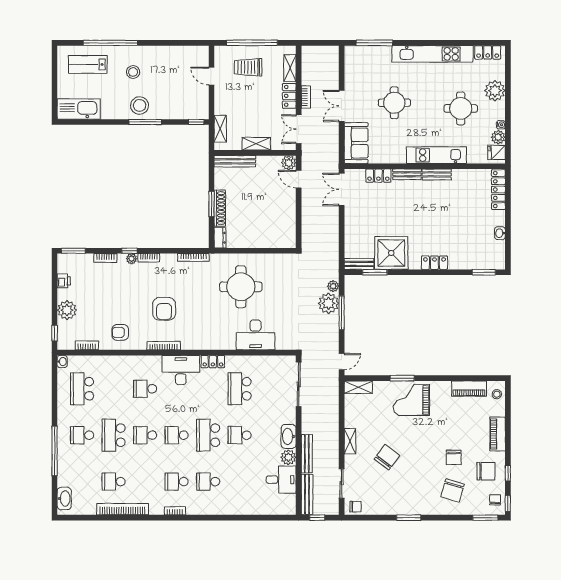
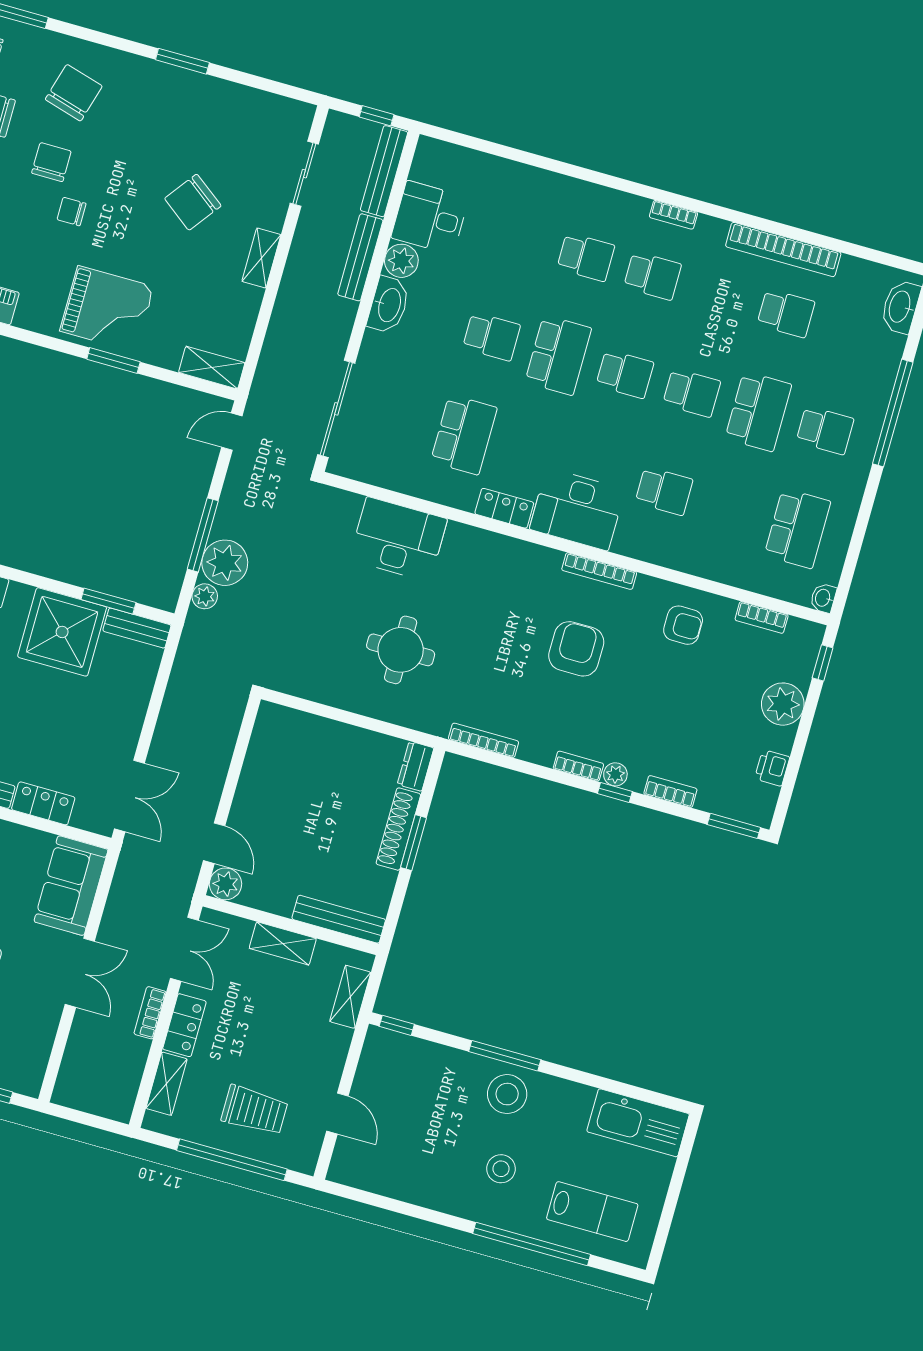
round table: (241, 287) -> (401, 650), width x0.73, depth x0.73
chair: (355, 507) -> (71, 211), moved

